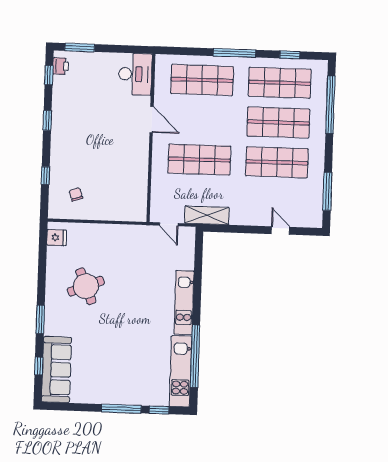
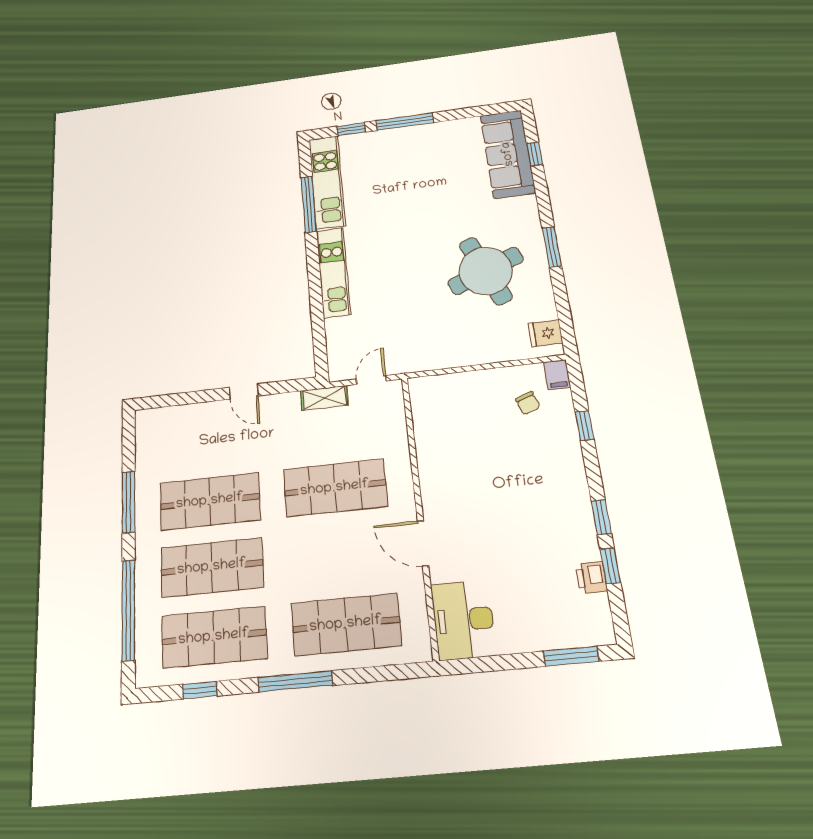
printer: (61, 66) -> (592, 577), moved
window: (49, 75) -> (610, 566), moved
window: (327, 191) -> (129, 502), moved
filing cabinet: (55, 210) -> (557, 375), added
shelving: (207, 215) -> (324, 398), width x0.67, depth x0.75
door: (169, 224) -> (371, 380), hinge flipped
door: (280, 231) -> (244, 392), moved
round table: (86, 286) -> (486, 271), width x1.36, depth x1.36
window: (40, 319) -> (552, 247), moved
window: (195, 356) -> (309, 204), width x0.68

